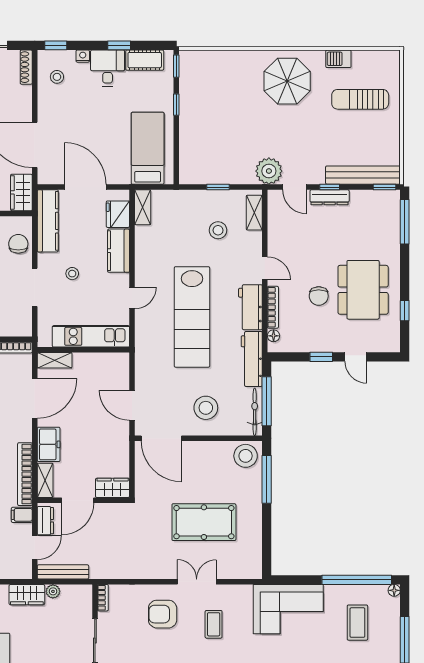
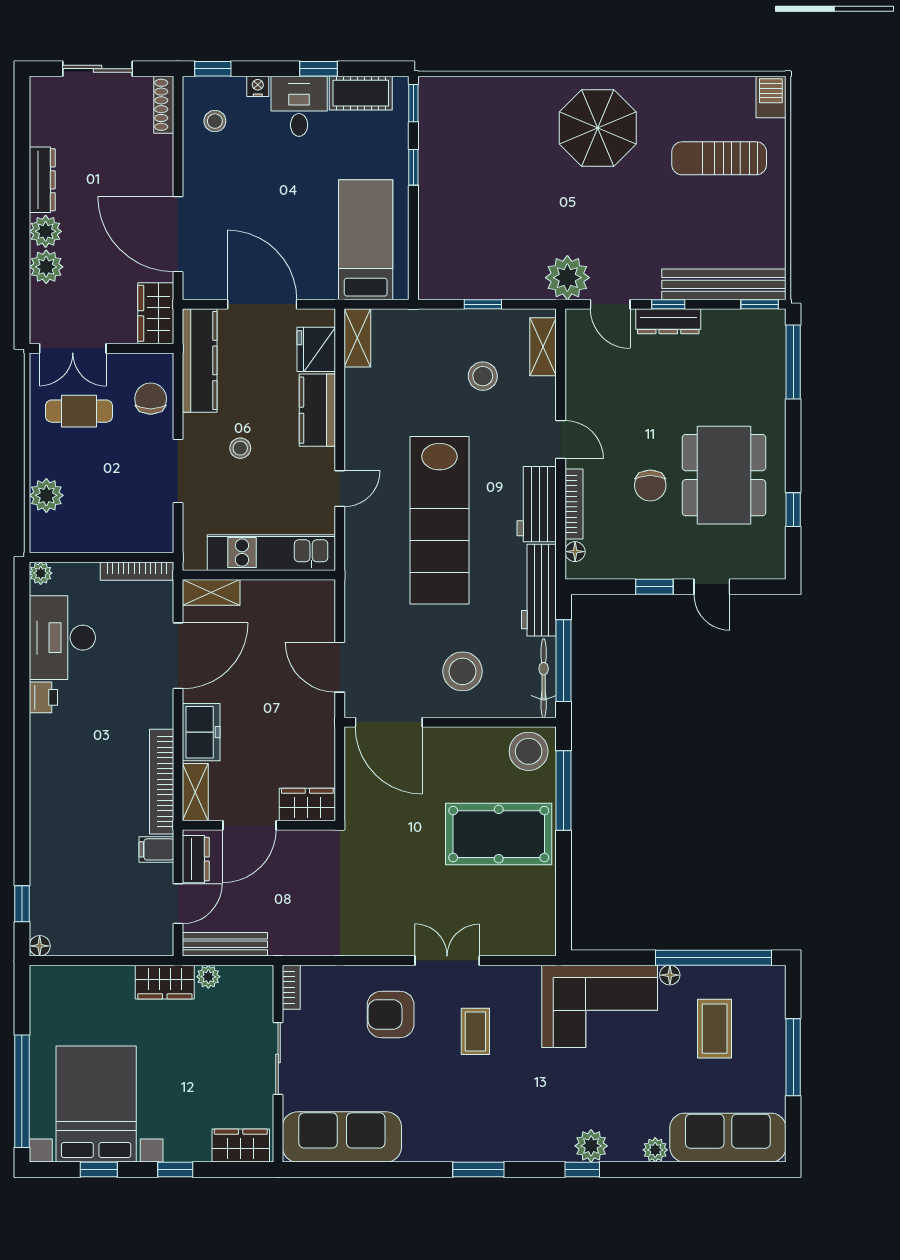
barbecue: (338, 59) -> (771, 97), moved, turned 90
pool table: (204, 522) -> (499, 834), moved
floor lamp: (394, 590) -> (670, 975), moved

